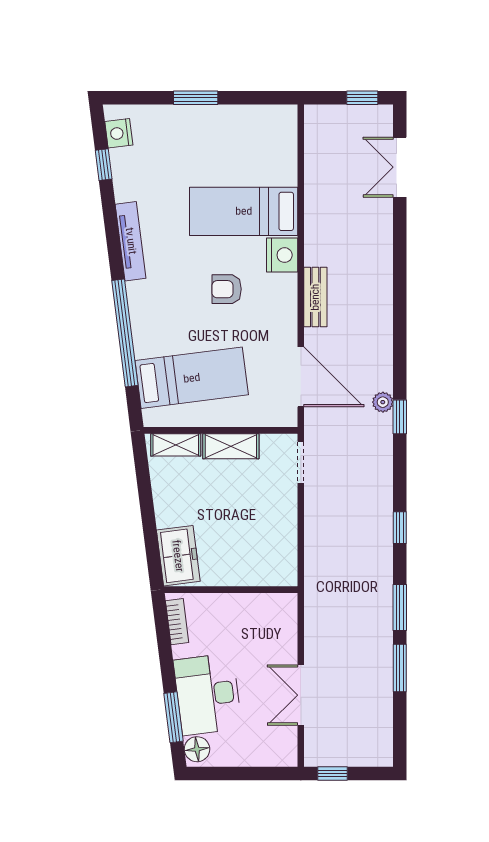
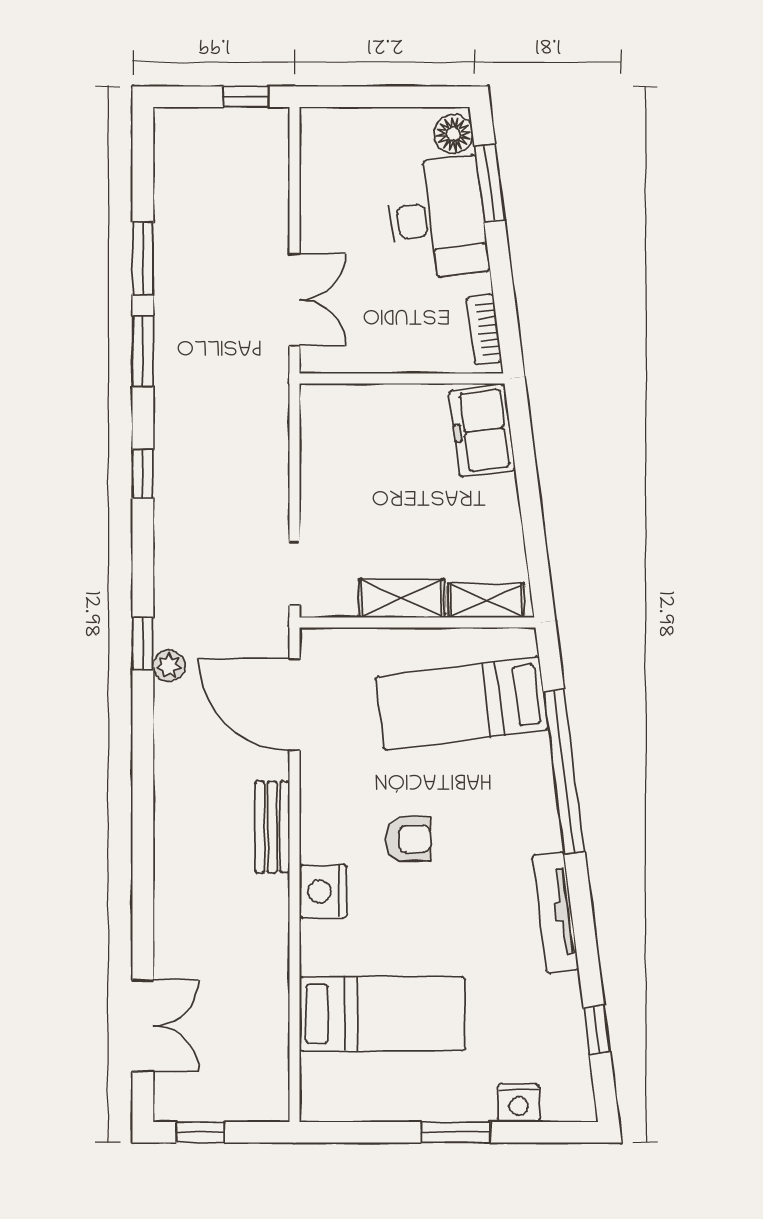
nightstand: (119, 133) -> (519, 1103), moved, turned 97
bed: (244, 211) -> (382, 1014), moved
double door: (301, 695) -> (295, 300), moved

